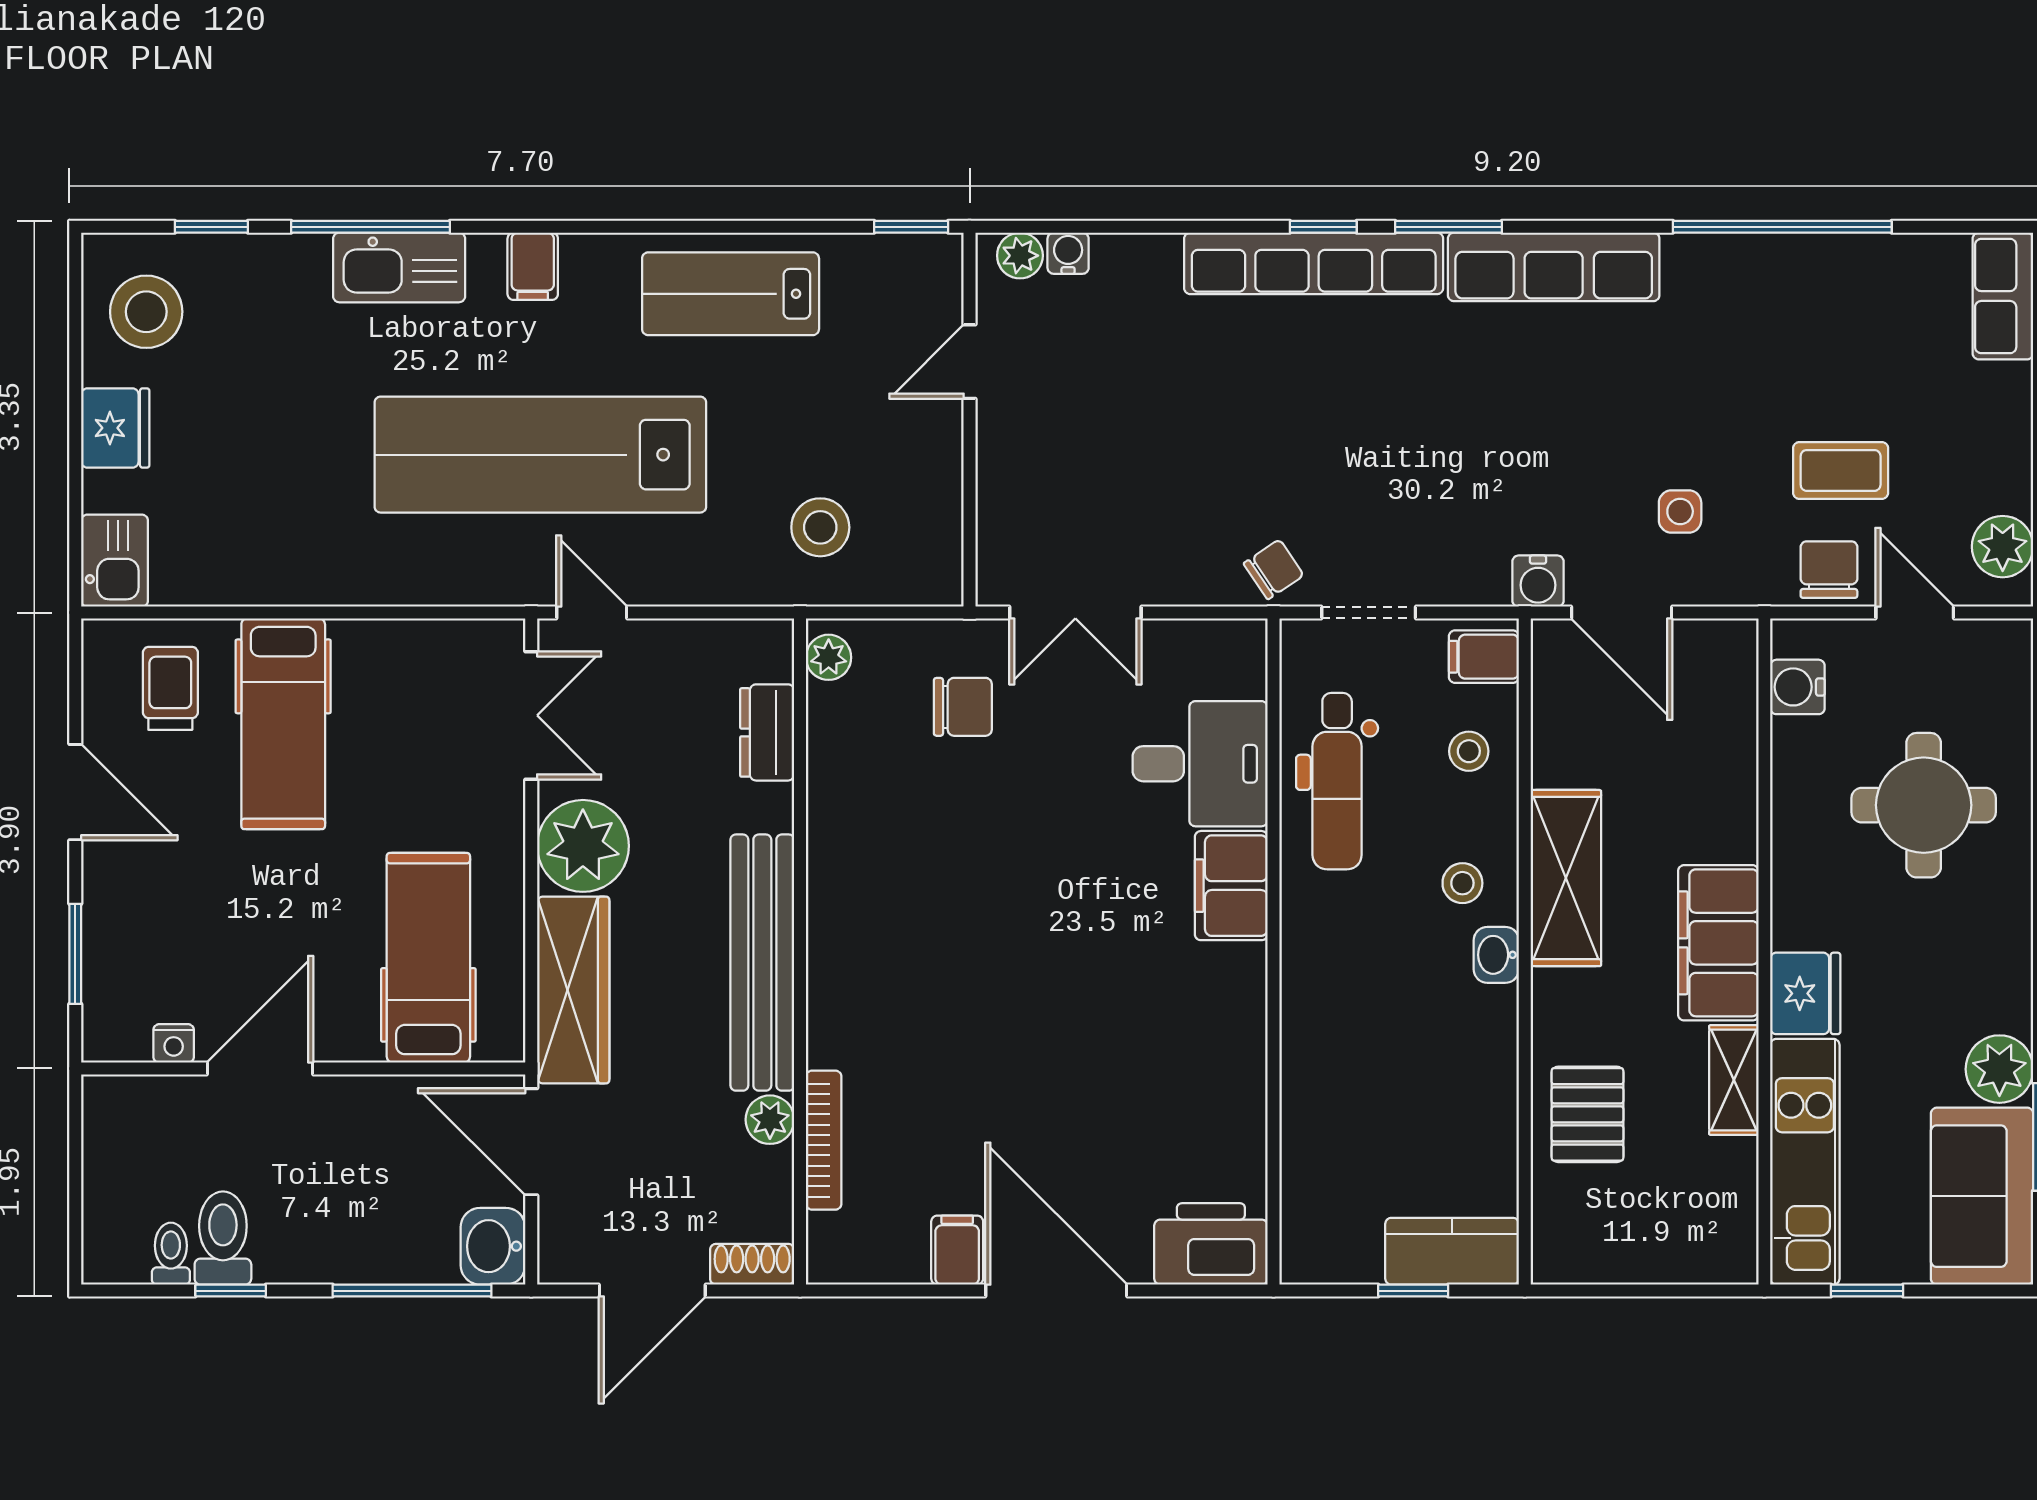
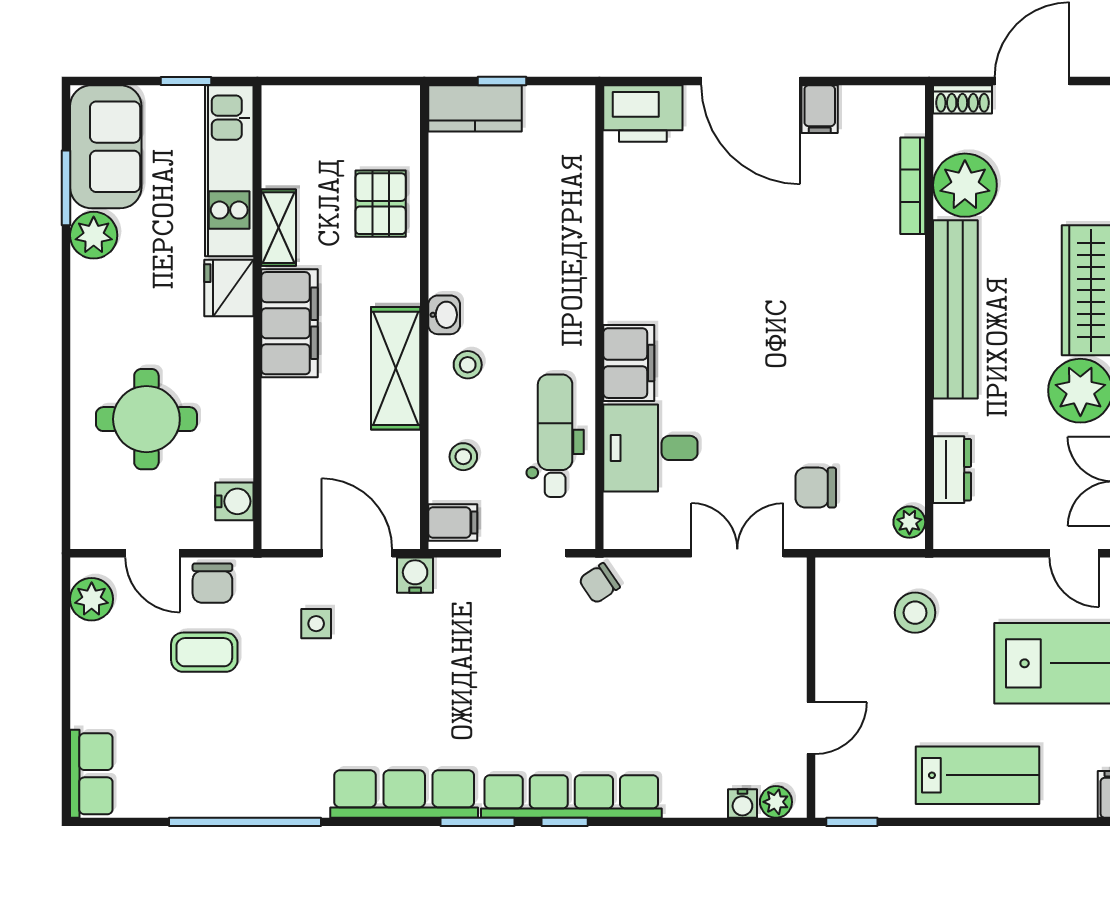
plant: (770, 1120) -> (965, 185), width x1.87, depth x1.87

